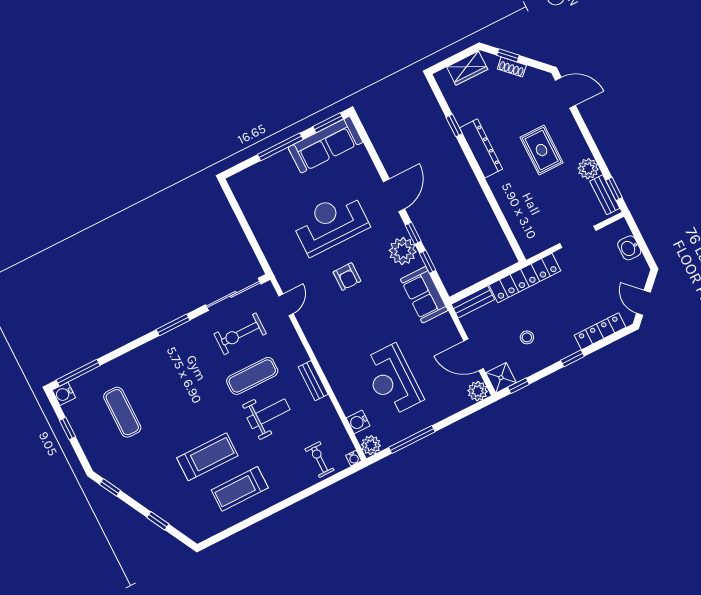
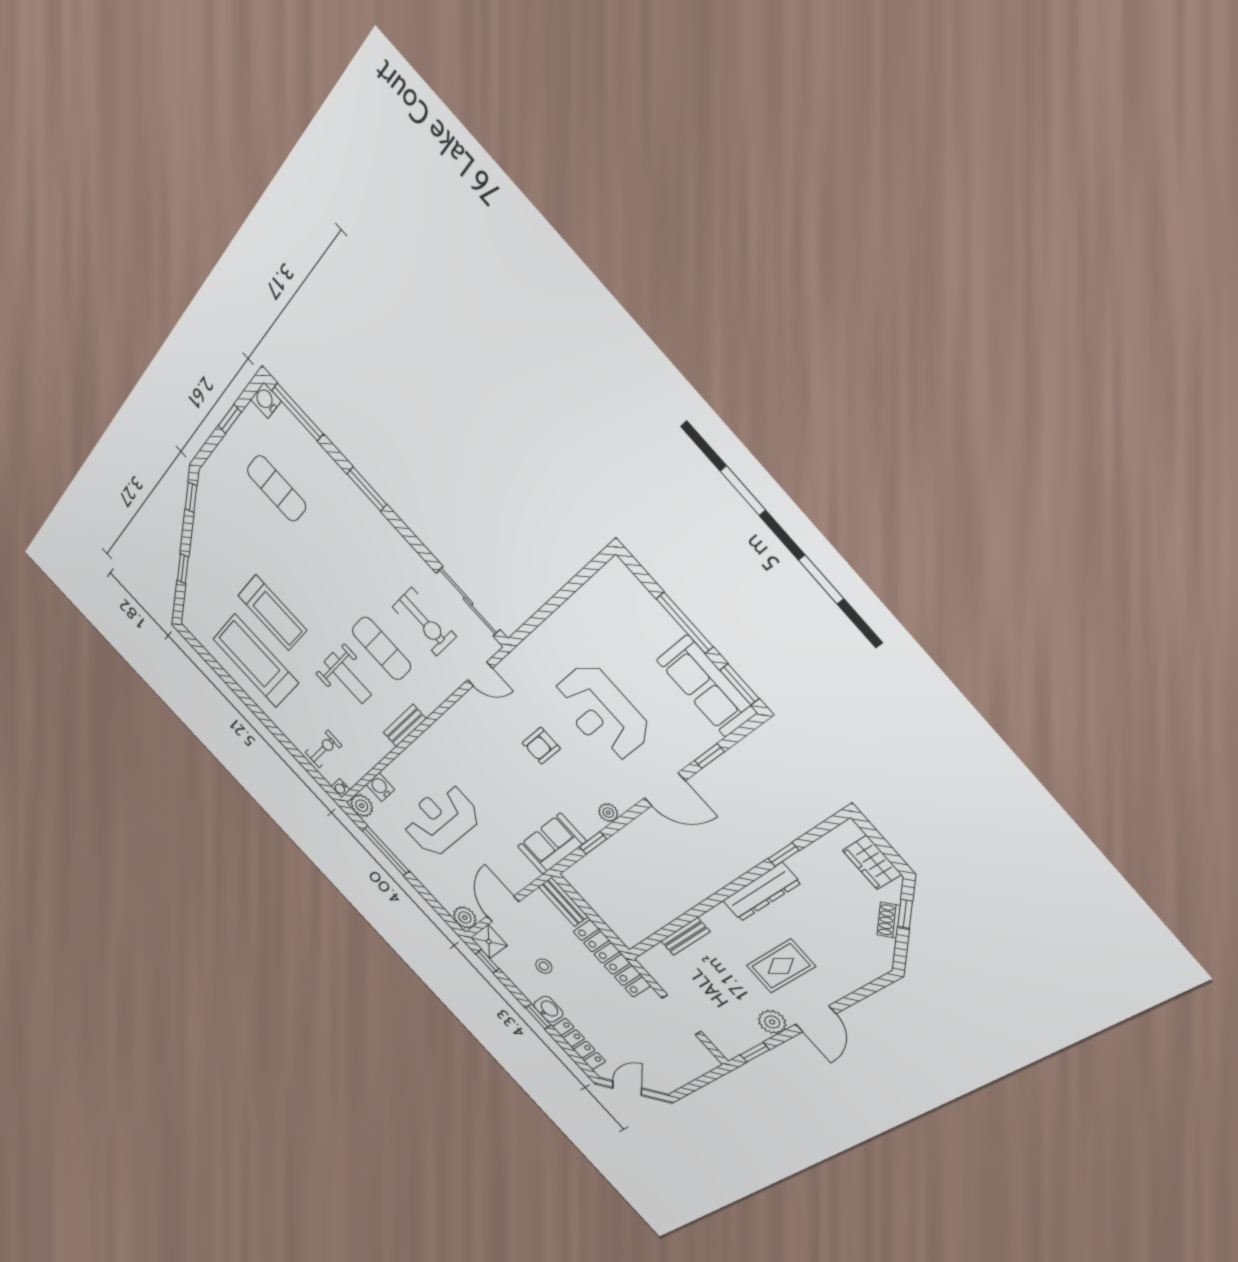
door: (565, 93) -> (816, 1019), moved
bench: (605, 195) -> (685, 936), moved
reception desk: (330, 223) -> (602, 713), turned 180
window: (413, 233) -> (709, 756), moved
washbasin: (629, 248) -> (548, 1009), moved, turned 90
plant: (403, 251) -> (608, 813), width x0.53, depth x0.53
window: (173, 325) -> (367, 489), moved
exercise bike: (240, 334) -> (424, 622), turned 180
exercise mat: (122, 412) -> (277, 488), turned 90
treadmill: (240, 489) -> (256, 661), width x1.37, depth x1.38

